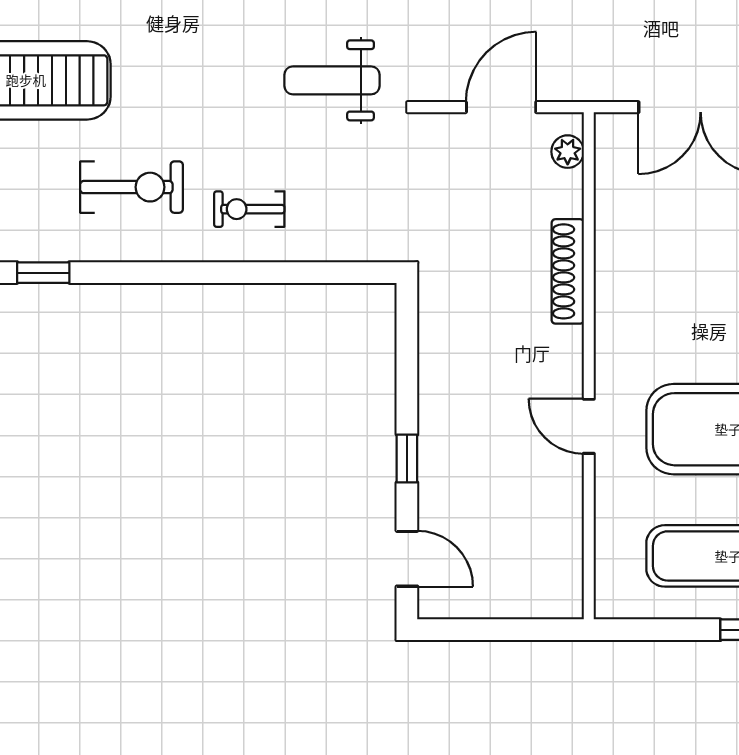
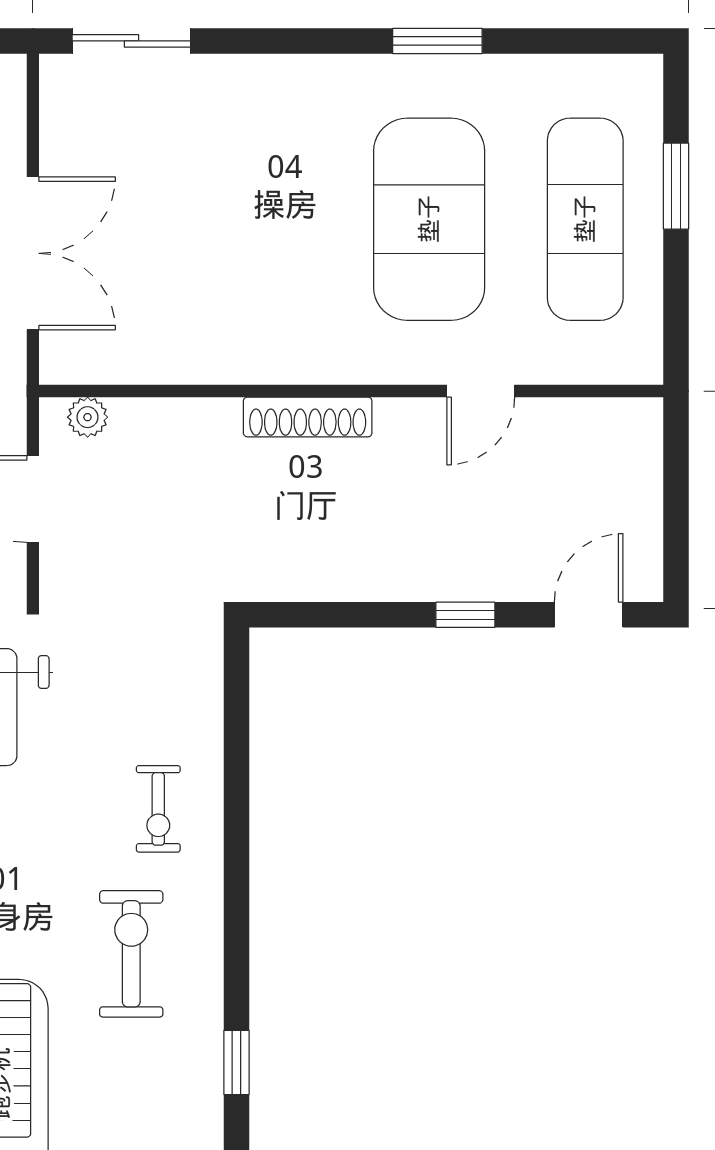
shoe rack: (568, 271) -> (308, 417), moved
door: (589, 426) -> (481, 391), moved

